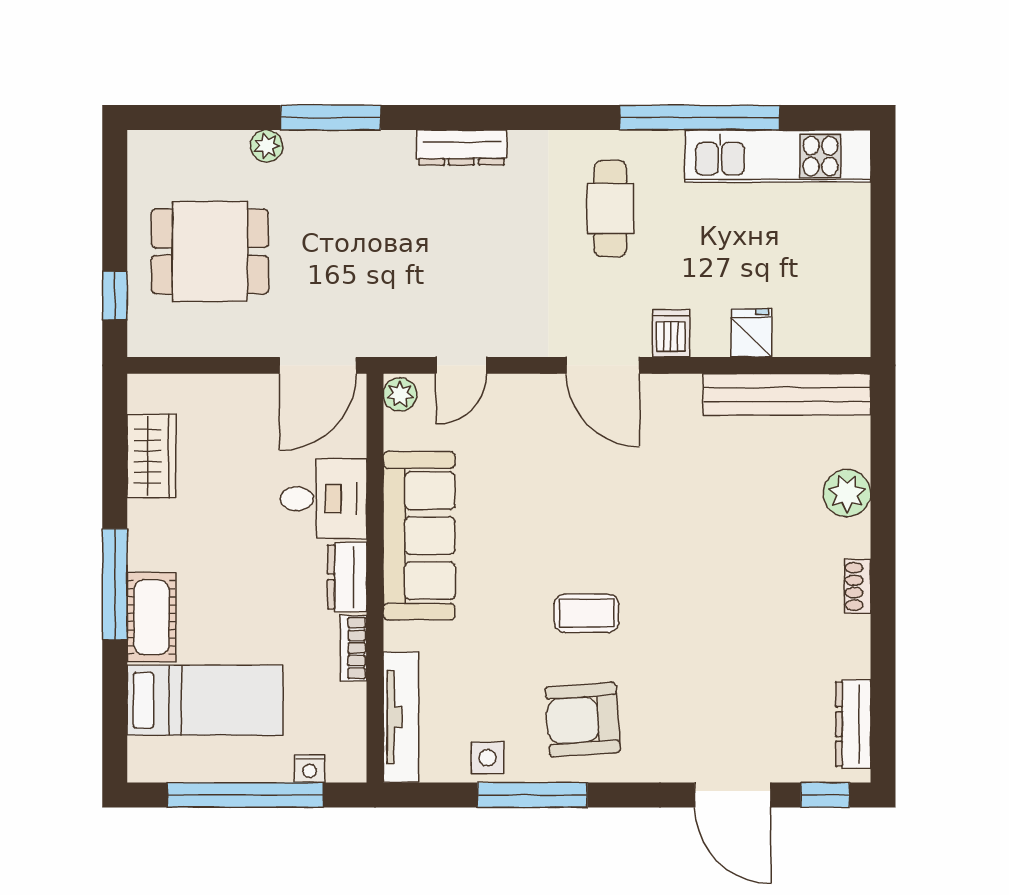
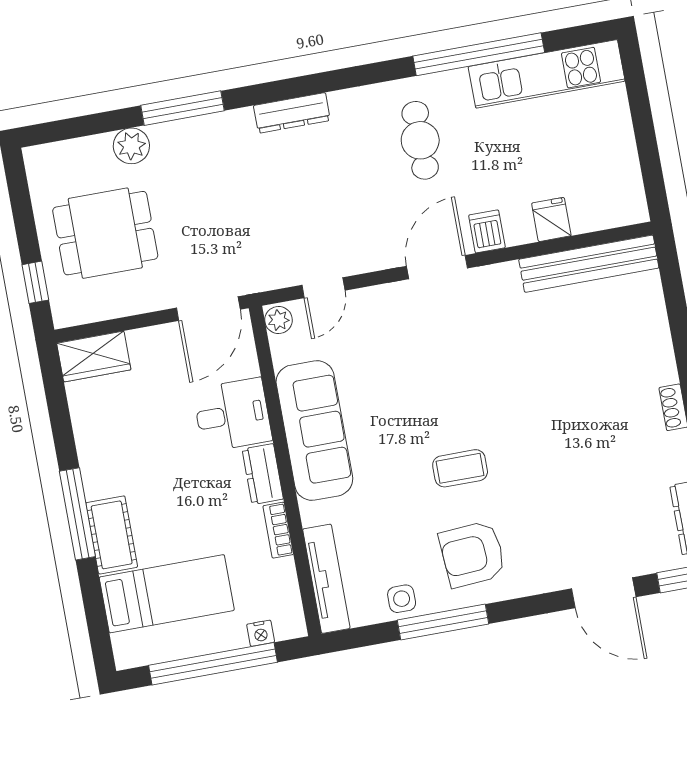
plant: (267, 146) -> (131, 146), width x1.38, depth x1.38
door: (603, 365) -> (437, 267), swing flipped
wardrobe: (151, 456) -> (94, 356), moved, turned 90
plant: (847, 493) -> (651, 334), removed

